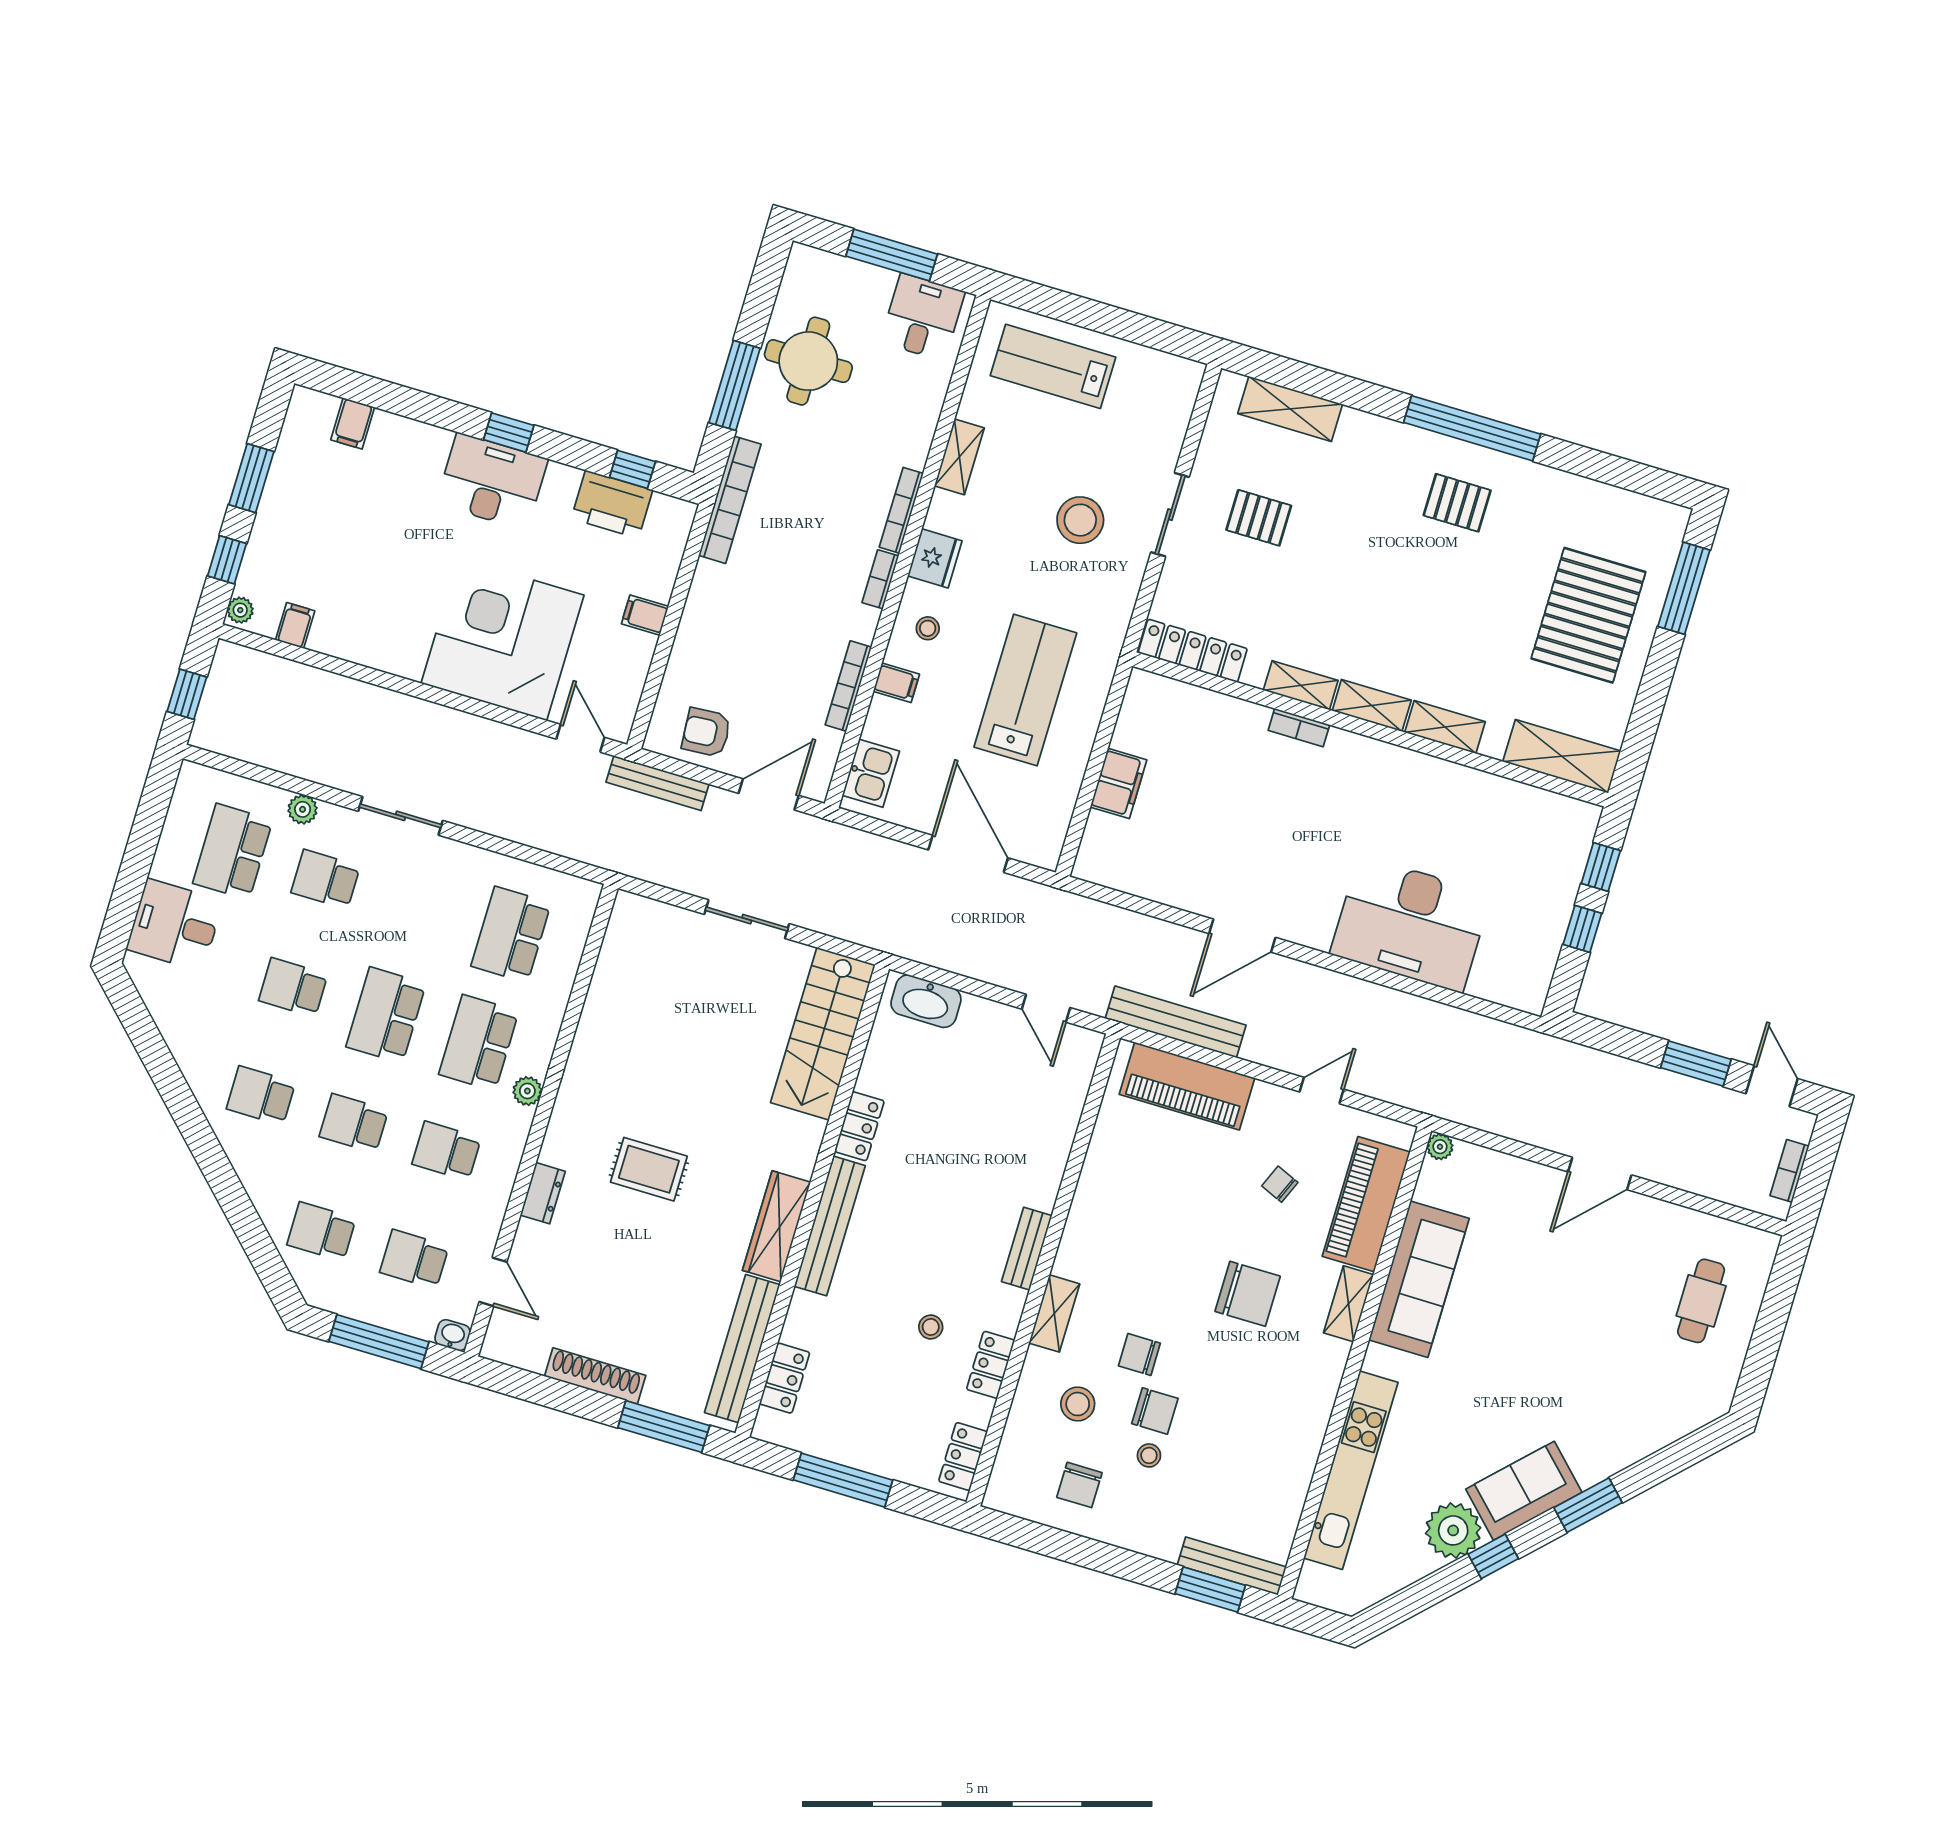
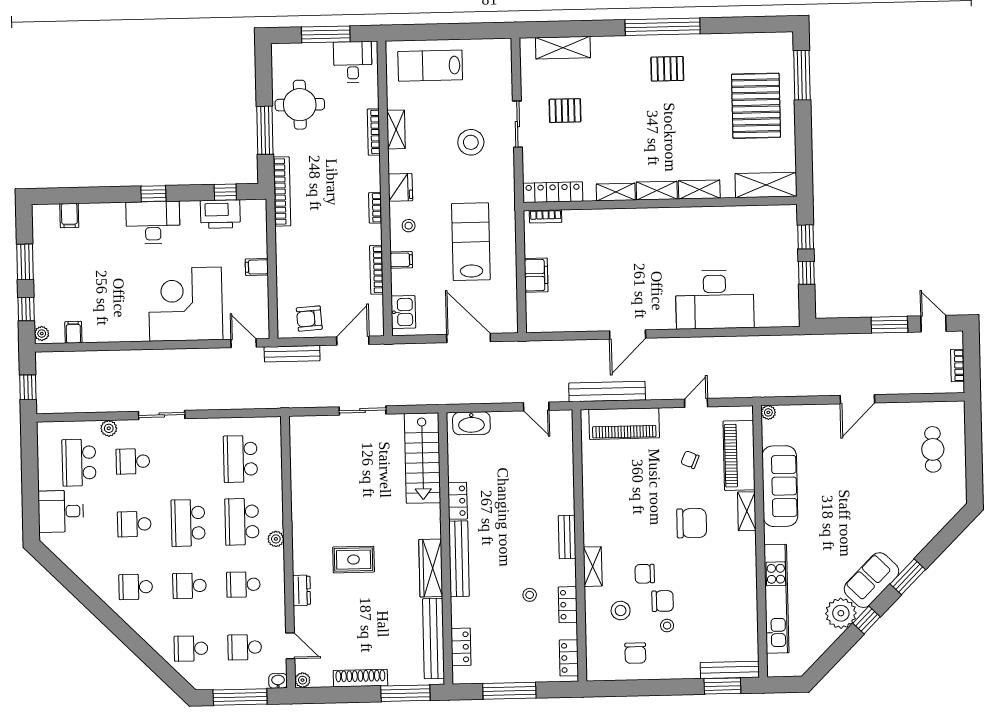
bookcase: (901, 510) -> (374, 132), moved
bookcase: (1299, 728) -> (546, 216), moved
plant: (495, 1347) -> (303, 680), added

